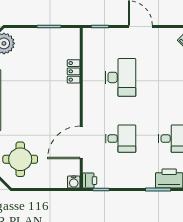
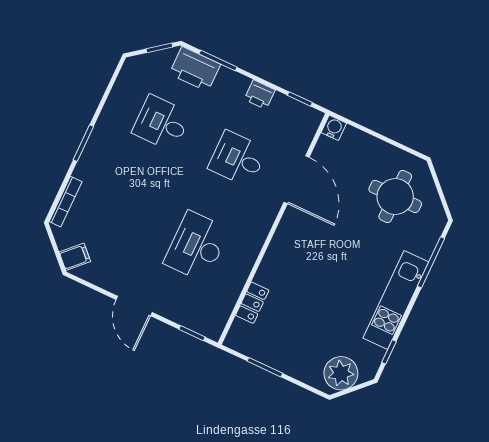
locker: (74, 71) -> (252, 303), moved
door: (81, 142) -> (296, 180), hinge flipped
printer: (90, 181) -> (260, 95), moved, turned -90

